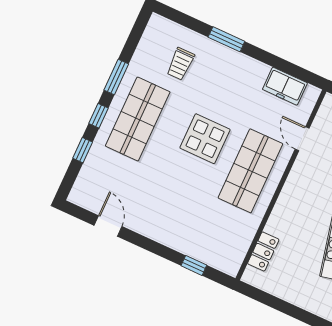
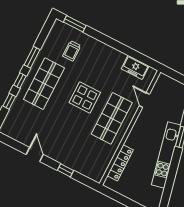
window: (226, 39) -> (75, 24), moved
door: (108, 226) -> (35, 154), moved
locker: (263, 251) -> (120, 163), width x1.53
window: (194, 265) -> (66, 170), moved

